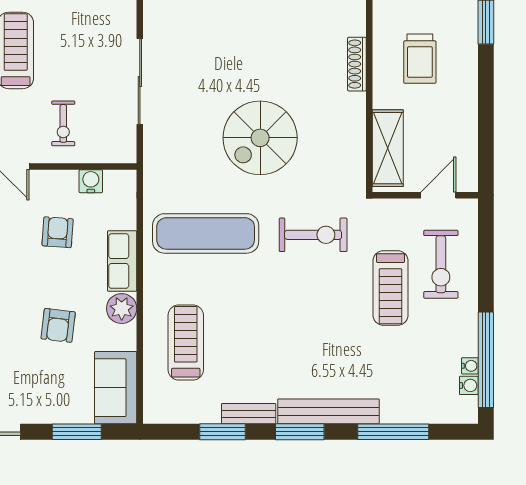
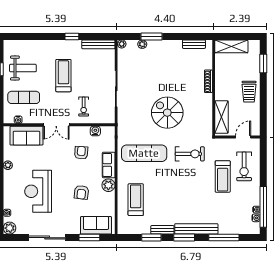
trolley: (420, 59) -> (249, 92), moved
spiral stairs: (260, 138) -> (167, 113), turned 90
sofa: (116, 388) -> (96, 225), moved, turned 90

